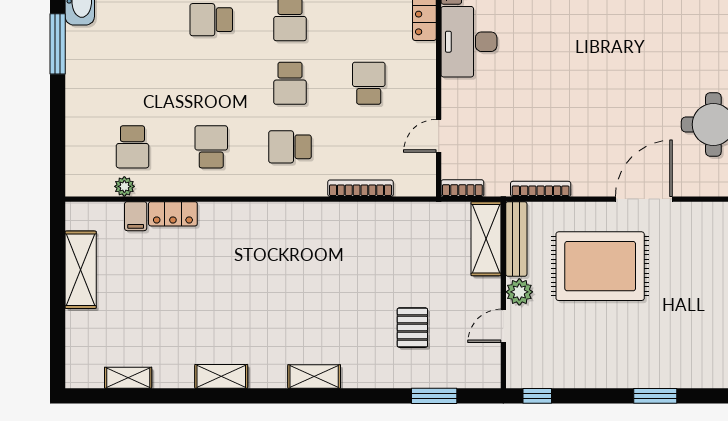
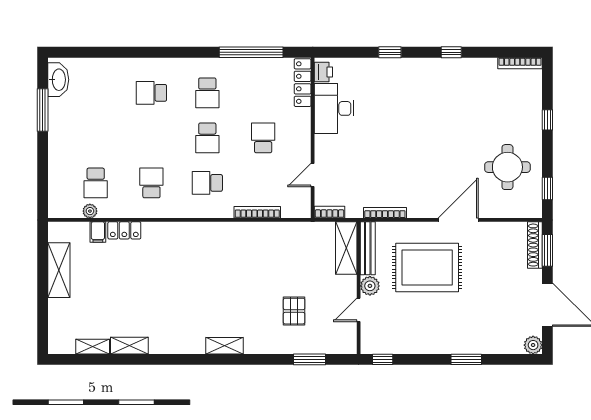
shelving: (221, 376) -> (129, 346), moved

